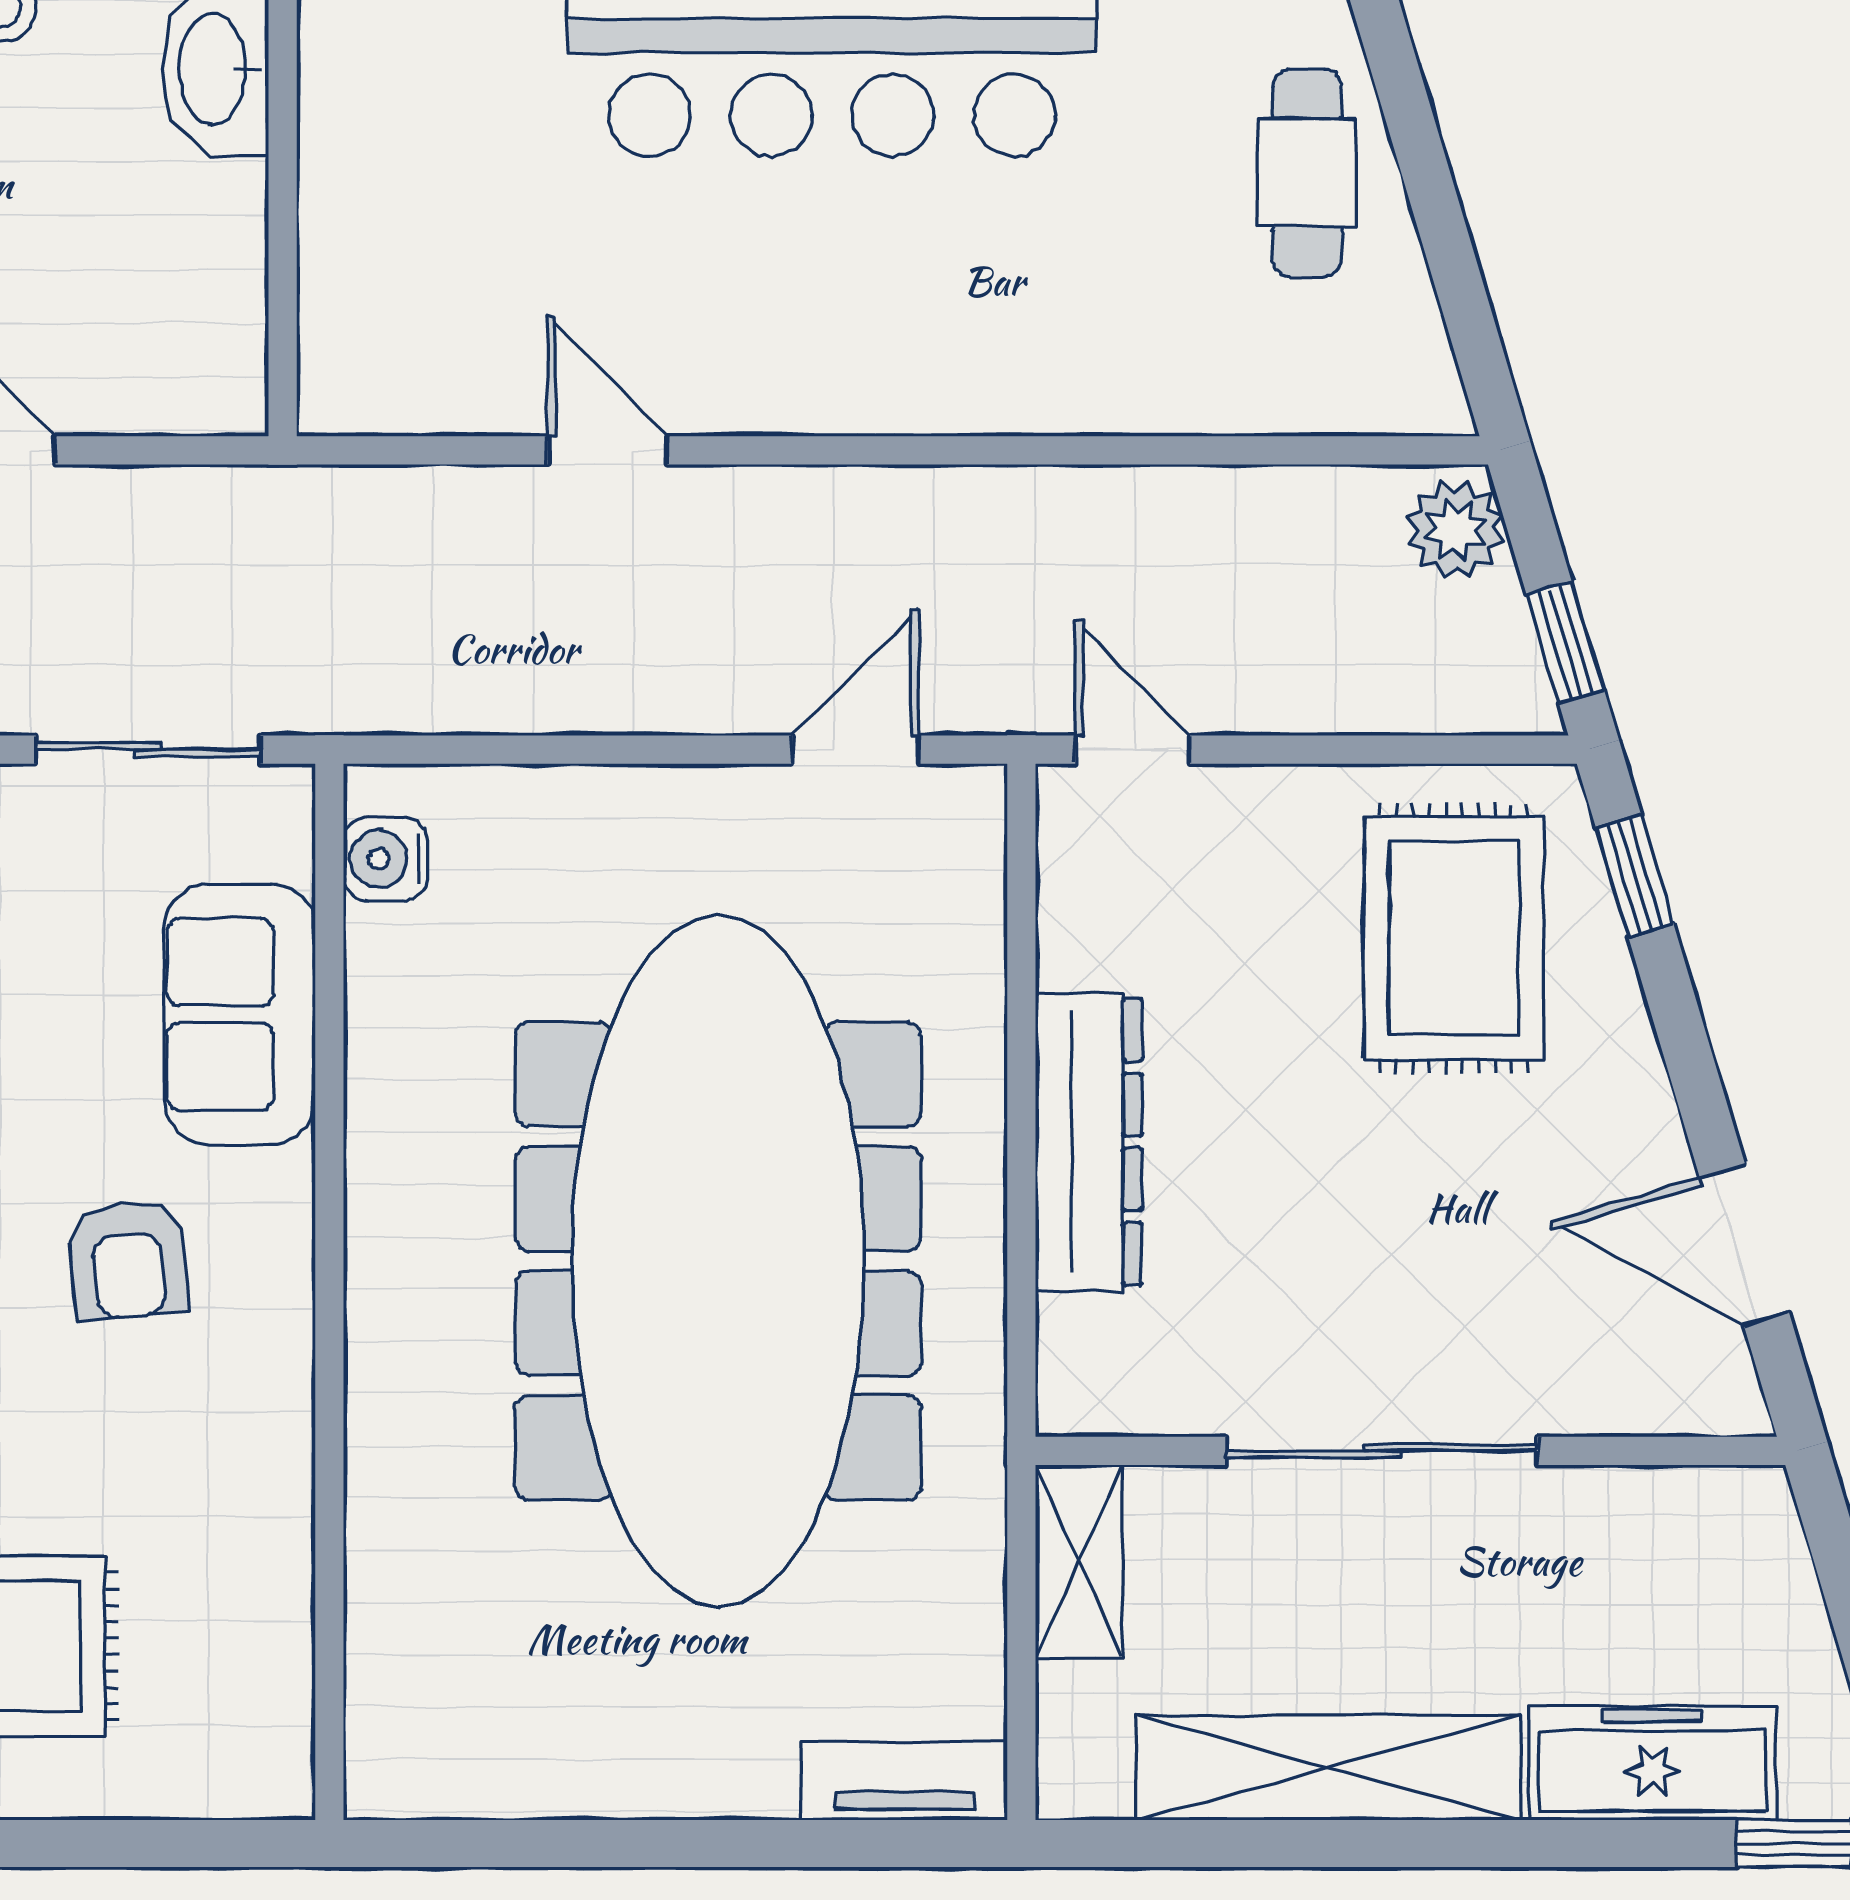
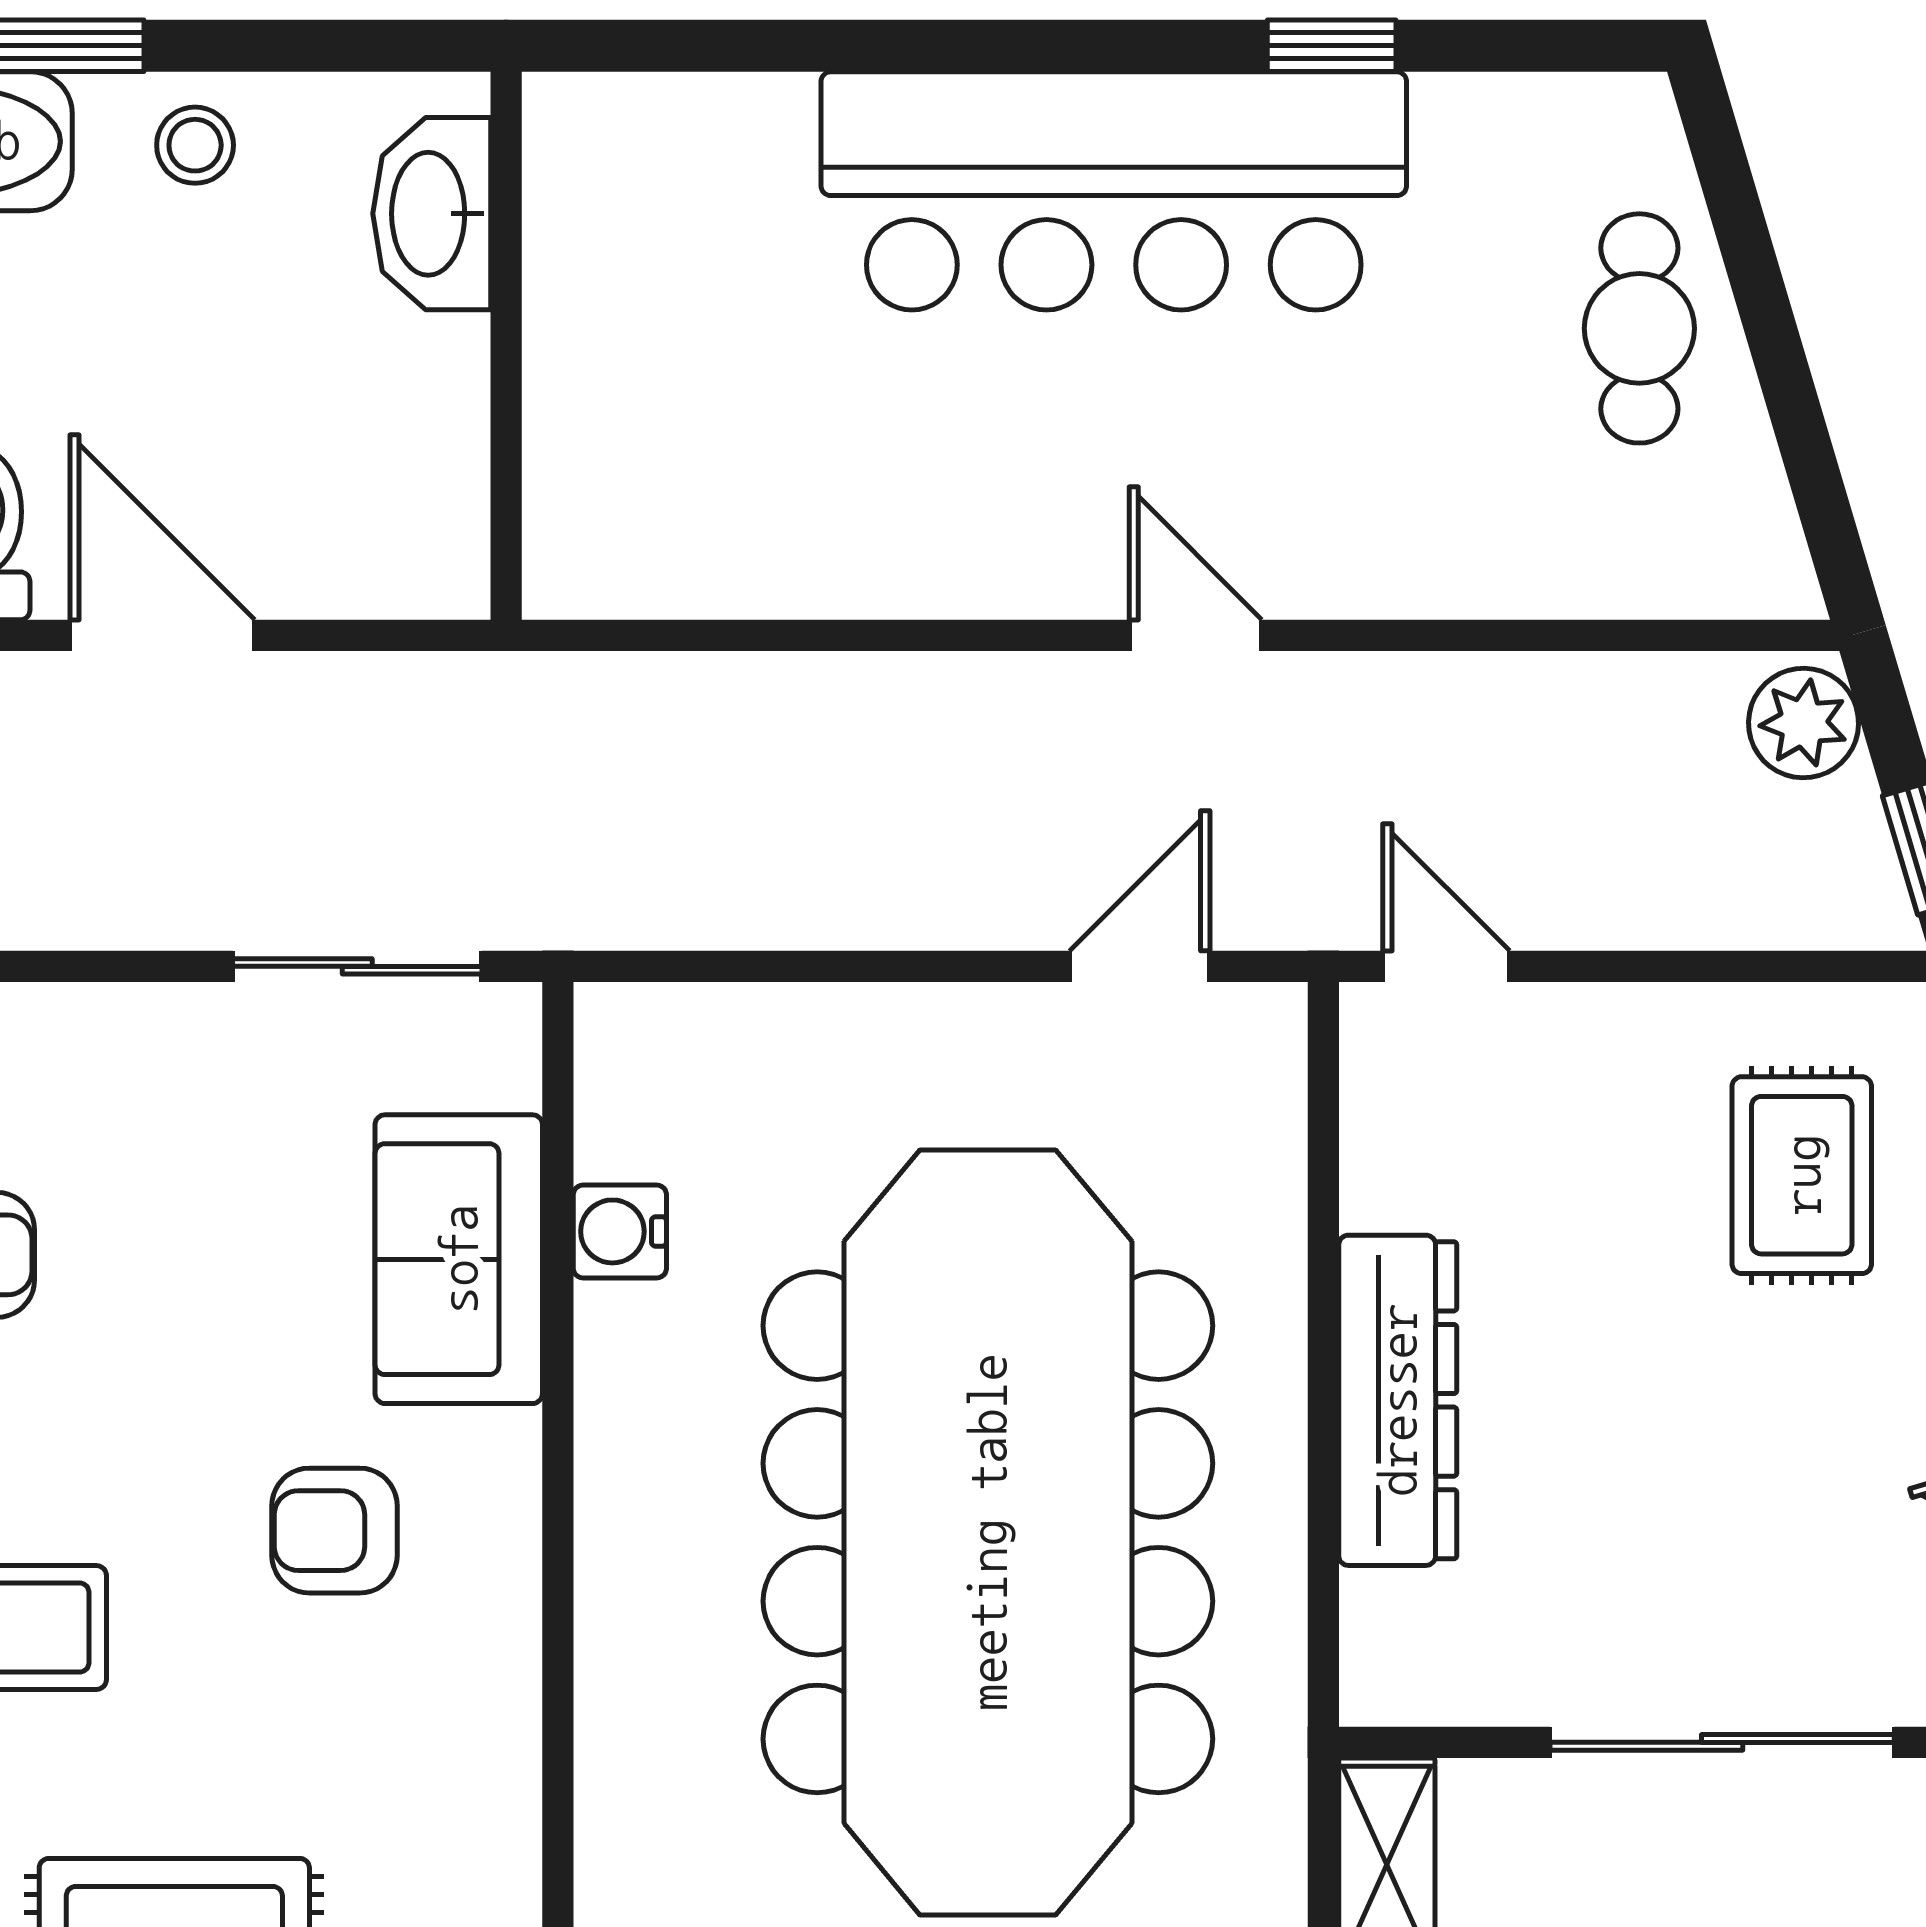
door: (608, 450) -> (1195, 635), moved
water cooler: (386, 859) -> (620, 1231), moved
rug: (1454, 938) -> (1802, 1175), width x0.73, depth x0.70
armchair: (128, 1260) -> (334, 1531), turned 96

